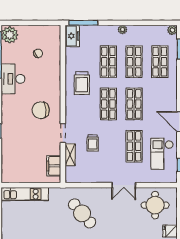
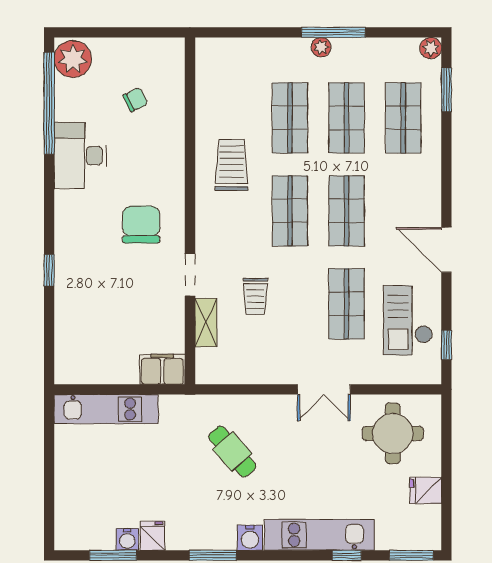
window: (83, 23) -> (333, 32), moved
freezer: (72, 36) -> (211, 61), removed
trolley: (82, 83) -> (232, 165), turned 180
chair: (41, 110) -> (141, 225), turned 95
filing cabinet: (54, 166) -> (162, 369), moved, turned 90
cafe table: (82, 213) -> (232, 452), width x0.73, depth x0.74

